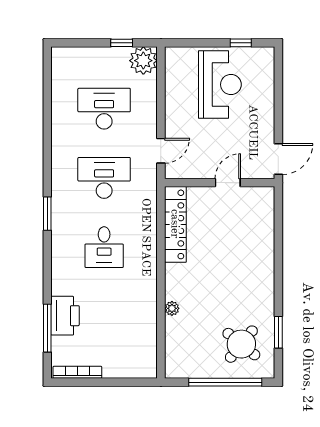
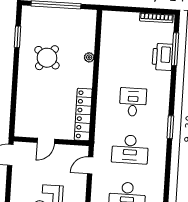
round table: (241, 344) -> (47, 58), moved

